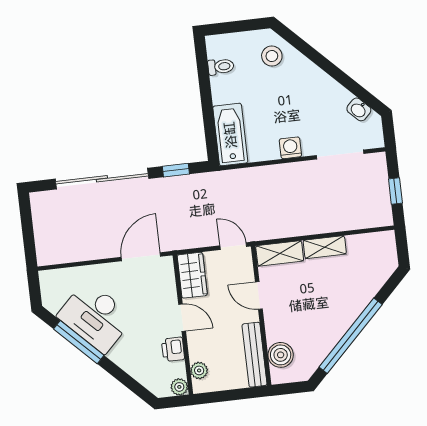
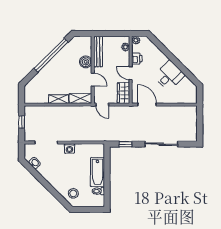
bathtub: (230, 135) -> (97, 172), moved
sliding door: (102, 179) -> (161, 144), width x0.73
door: (141, 257) -> (147, 105), swing flipped
desk: (95, 317) -> (169, 76), width x0.73
window: (79, 342) -> (181, 67), removed
boiler: (281, 355) -> (86, 62), moved

